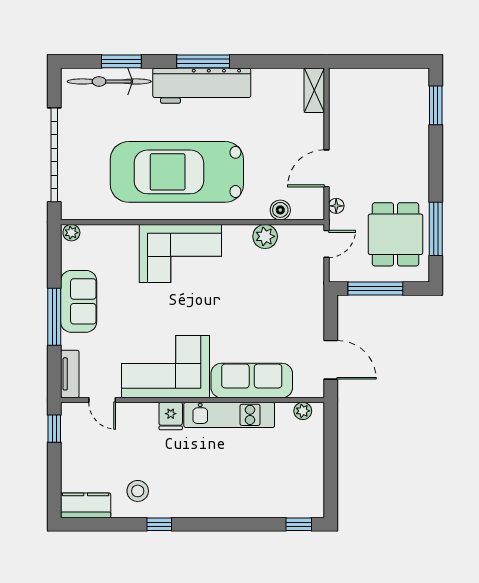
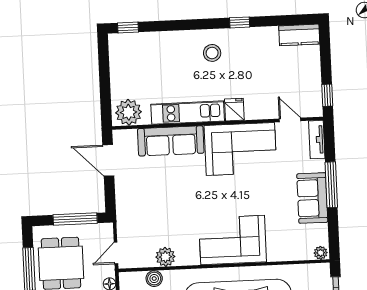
plant: (303, 411) -> (129, 112), width x1.88, depth x1.88
stool: (138, 491) -> (212, 53), moved

